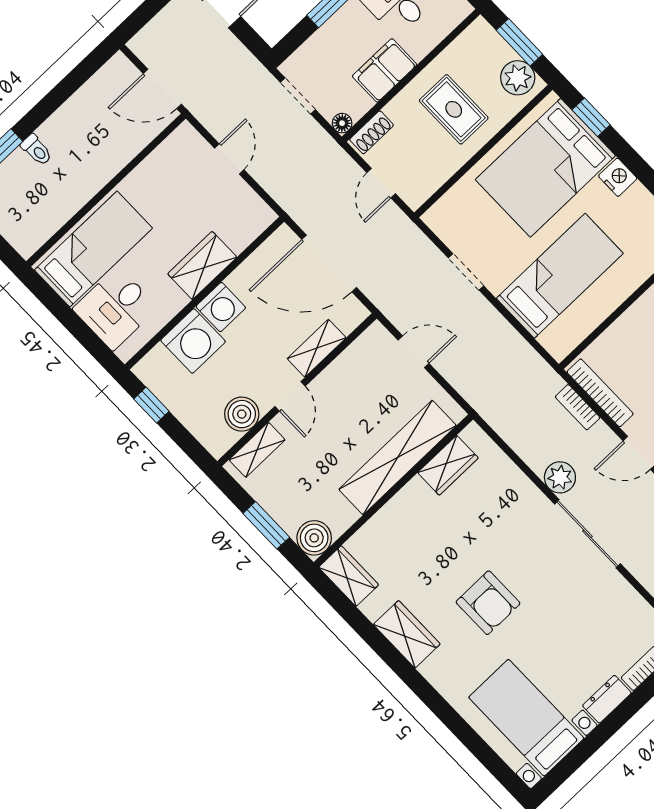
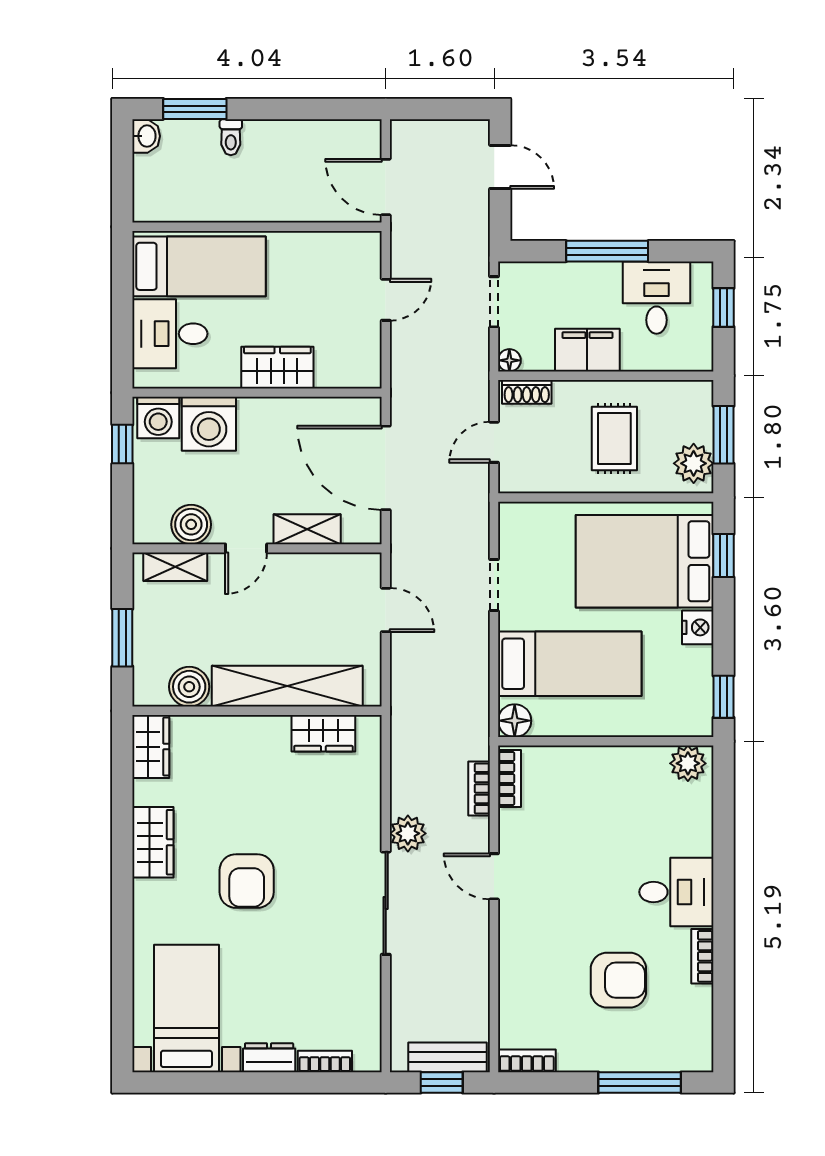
washing machine: (221, 307) -> (158, 418), moved
floor lamp: (559, 344) -> (515, 721), added
bookcase: (600, 393) -> (510, 778), width x0.64
boiler: (314, 538) -> (189, 687), moved

